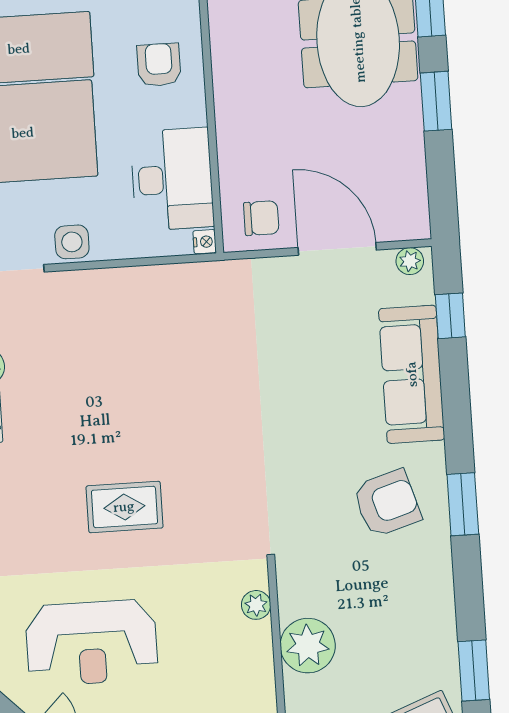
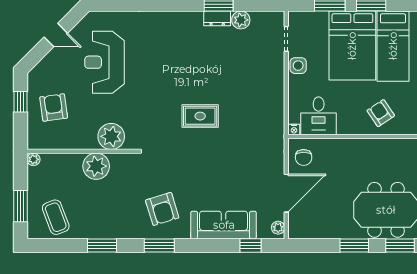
armchair: (159, 65) -> (381, 113), turned -124
desk: (172, 179) -> (319, 116), width x0.73
rug: (124, 507) -> (200, 116), moved, turned 90
plant: (256, 605) -> (111, 136), width x1.87, depth x1.87
window: (474, 670) -> (102, 245), moved

